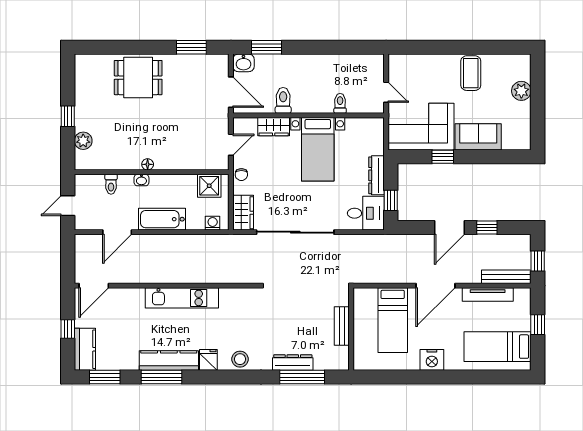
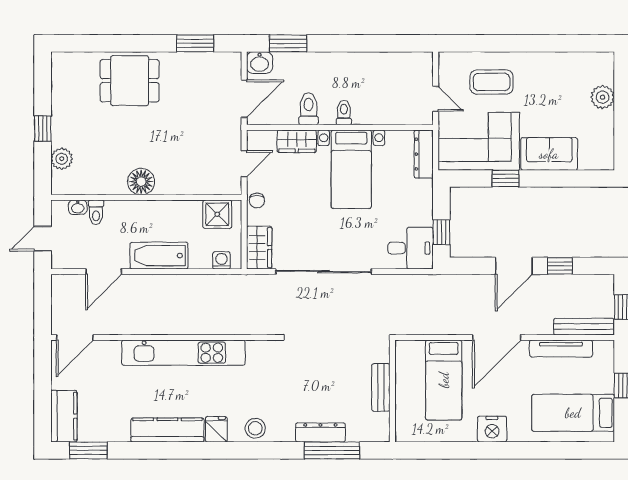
coffee table: (471, 73) -> (491, 82), moved, turned 90
door: (231, 92) -> (244, 99), hinge flipped
toilet: (340, 103) -> (344, 113), moved
floor lamp: (148, 164) -> (141, 182), width x1.89, depth x1.89
dresser: (376, 175) -> (424, 154), moved
washbasin: (141, 180) -> (78, 207), moved
kitchen unit: (182, 298) -> (183, 353), width x1.36
window: (68, 329) -> (43, 391), removed
window: (162, 377) -> (158, 450), removed

